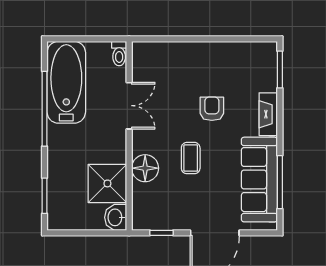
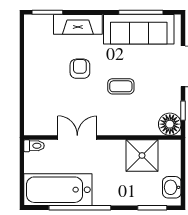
armchair: (212, 109) -> (80, 69), turned 90
fireplace: (268, 114) -> (78, 24), width x1.37, depth x1.32
floor lamp: (145, 168) -> (170, 124), moved
washbasin: (116, 217) -> (172, 187), moved, turned 90

